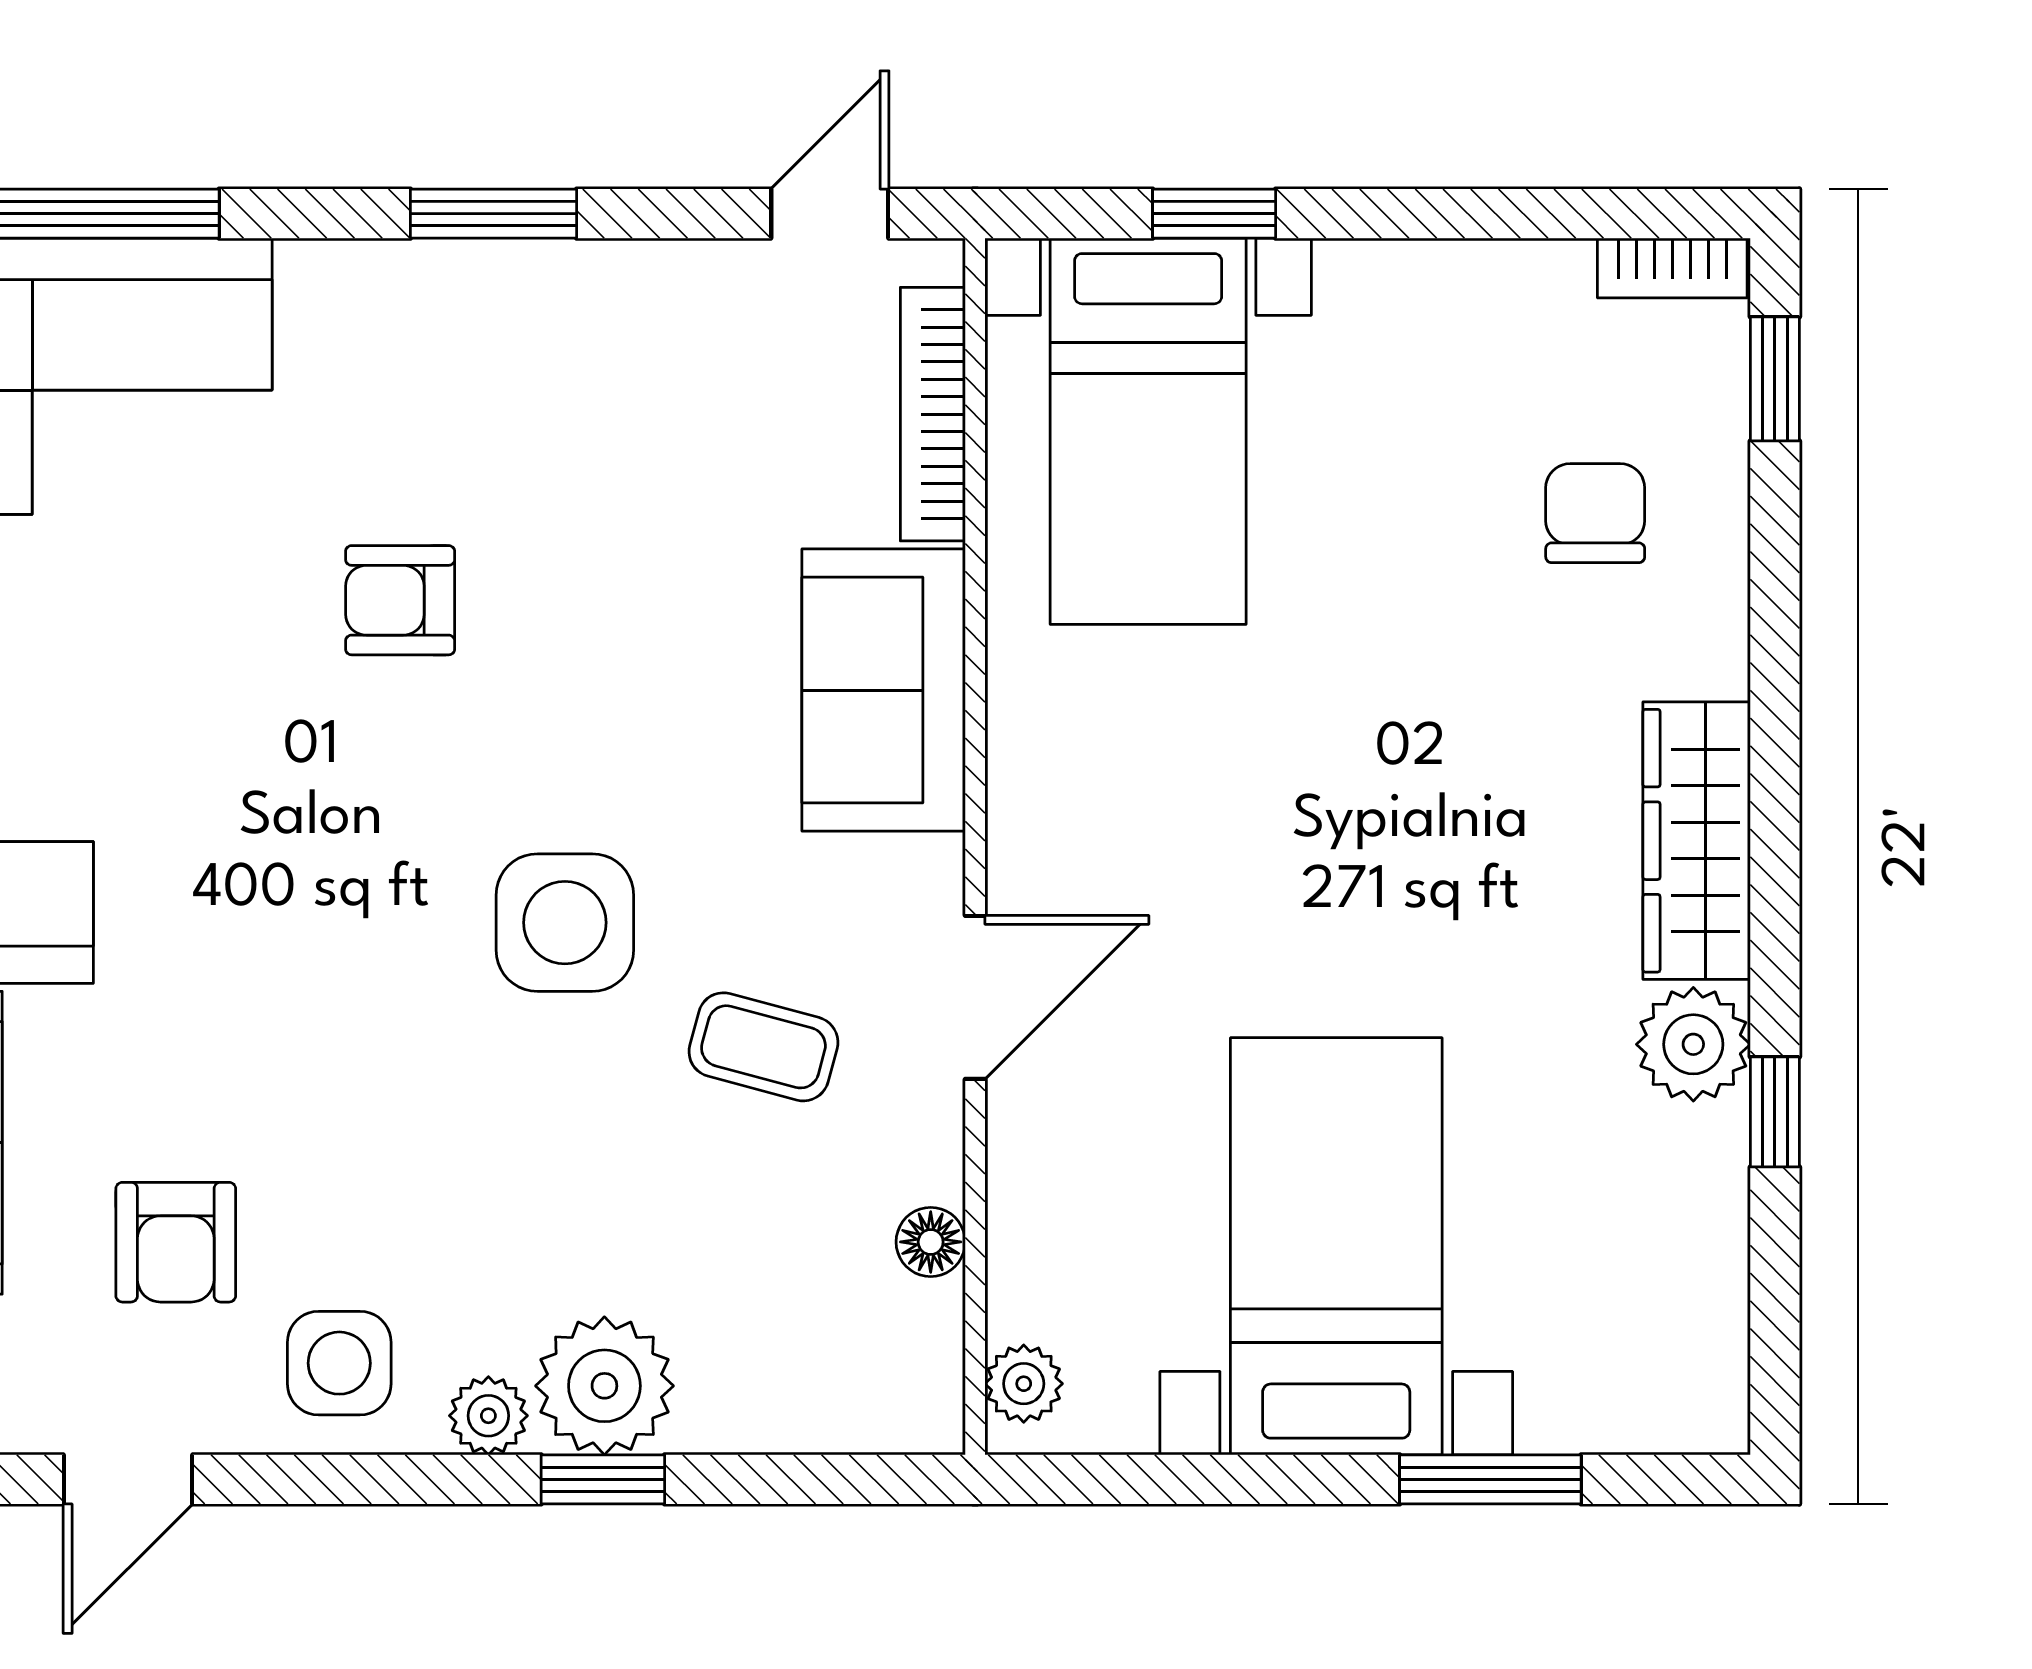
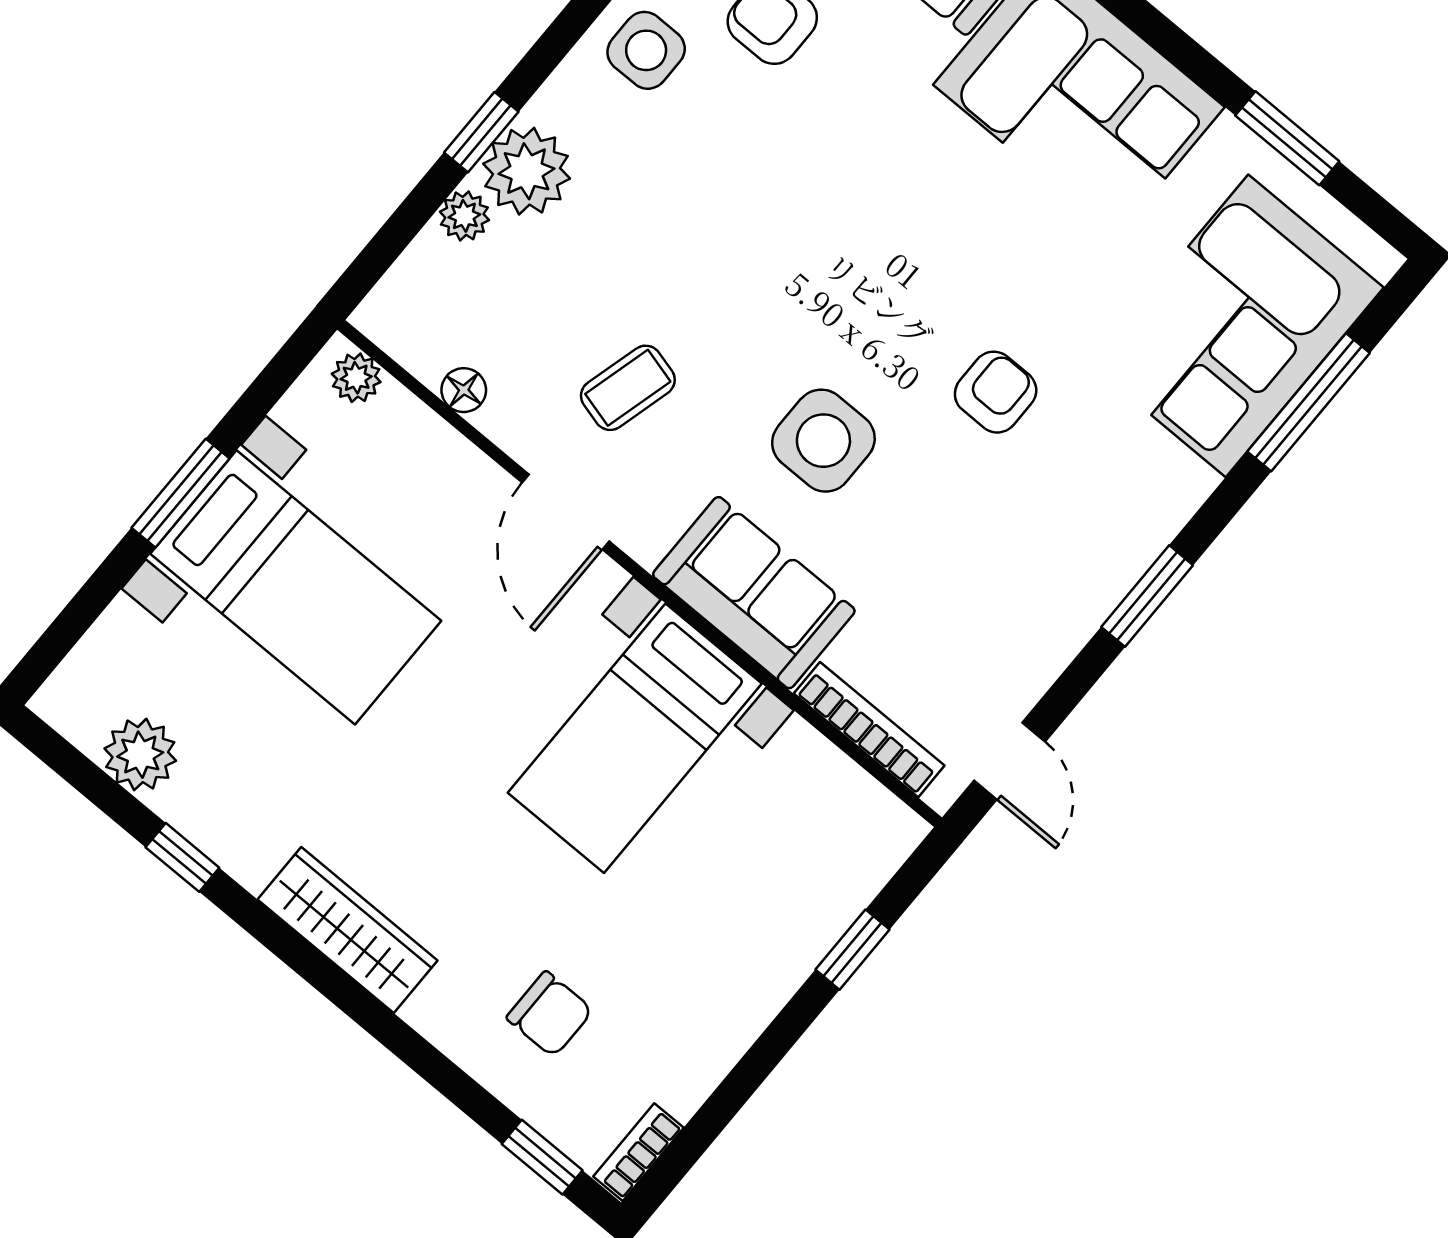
bed with nightstands: (1148, 431) -> (635, 738), moved, turned -90
side table: (565, 923) -> (823, 441), moved
plant: (1693, 1044) -> (140, 755), moved
plant: (488, 1416) -> (464, 216), moved
window: (1490, 1479) -> (181, 493), moved

